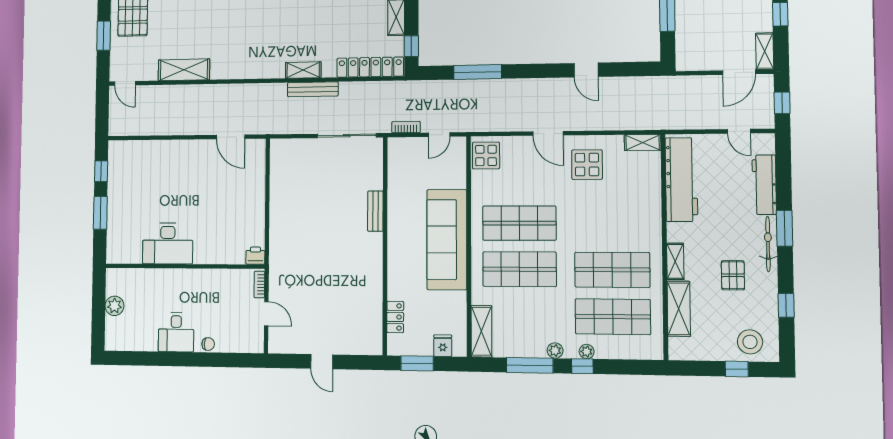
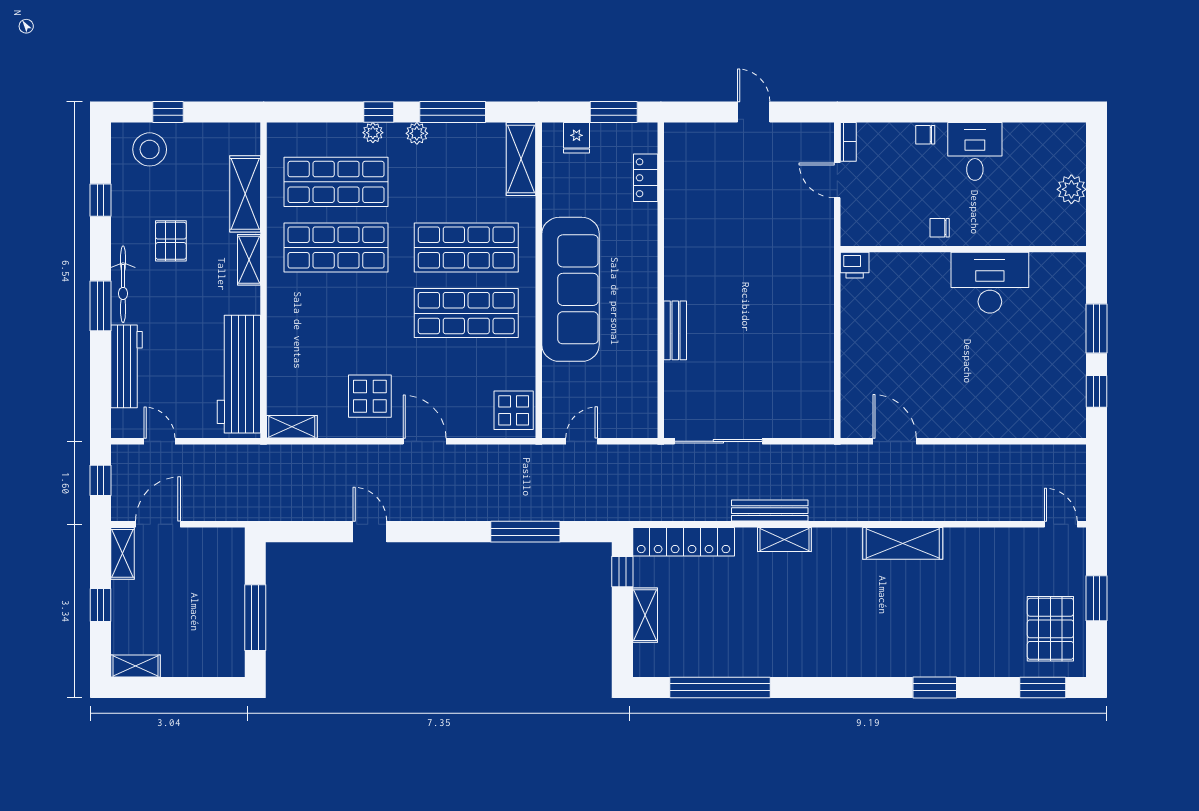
shelving: (184, 70) -> (903, 543), moved
bookcase: (406, 127) -> (630, 453), removed
chair: (200, 281) -> (940, 228), added
bookcase: (259, 284) -> (848, 142), moved

